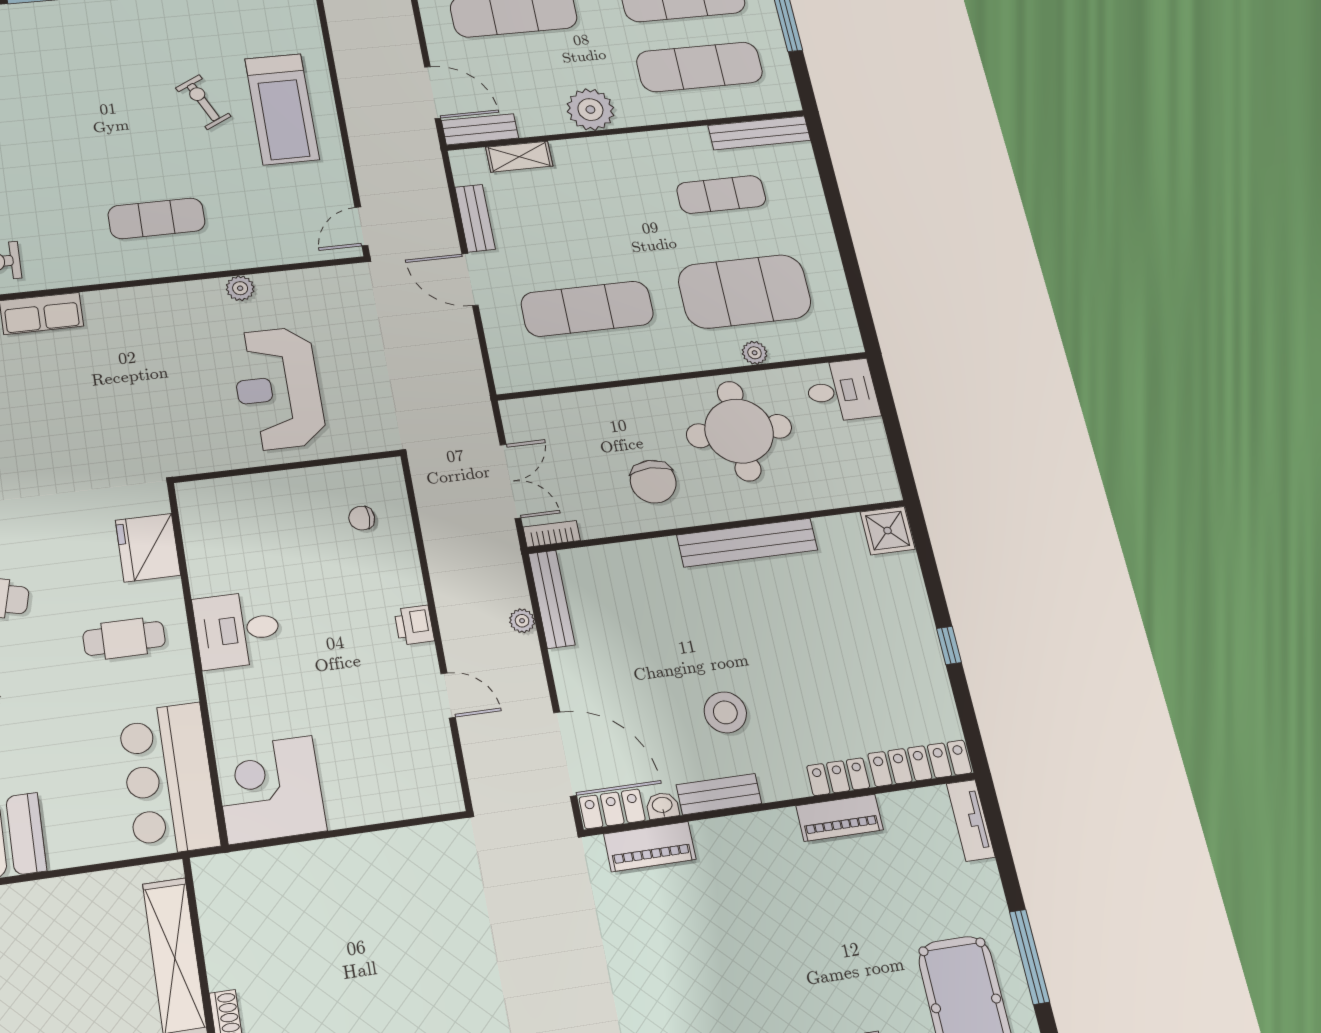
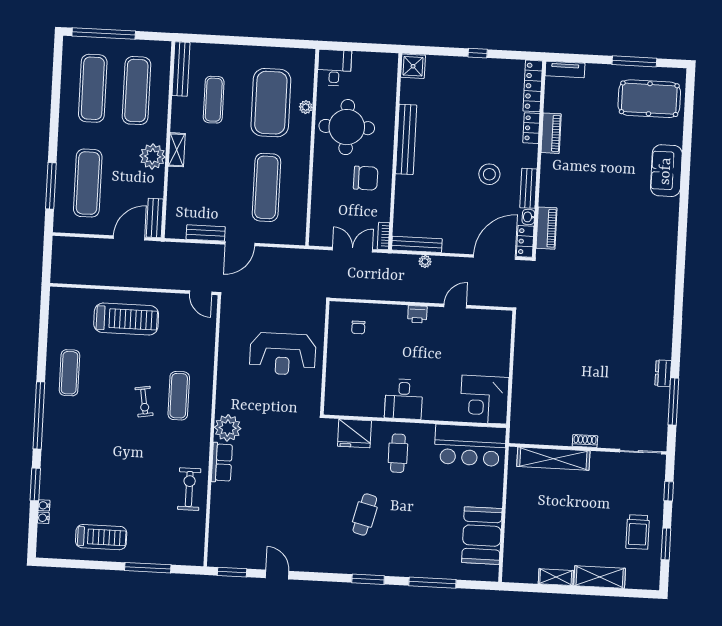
exercise mat: (161, 30) -> (69, 373), added
exercise bike: (203, 102) -> (144, 402), moved, turned -73
shelving: (519, 157) -> (177, 150), moved
plant: (240, 288) -> (228, 428), moved, width x1.87, depth x1.87

